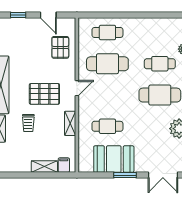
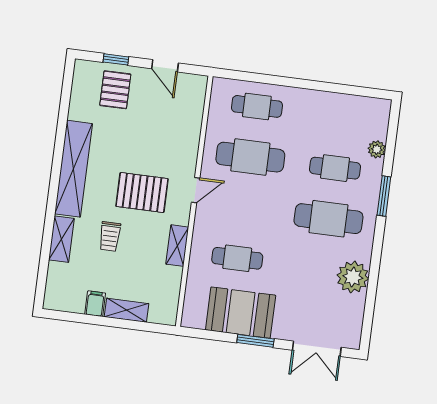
pallet: (60, 47) -> (115, 90), moved
filing cabinet: (64, 165) -> (95, 304), moved

